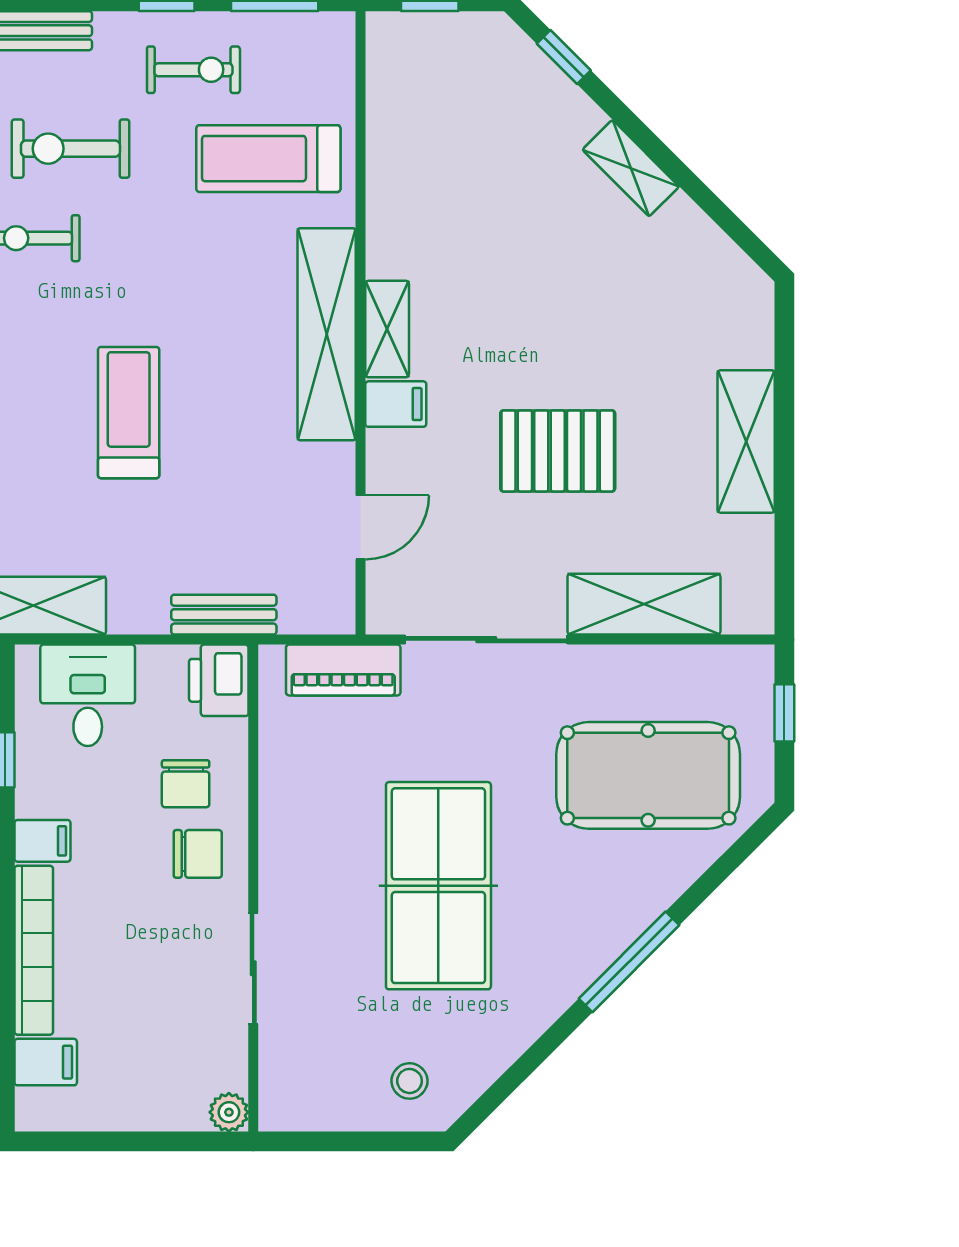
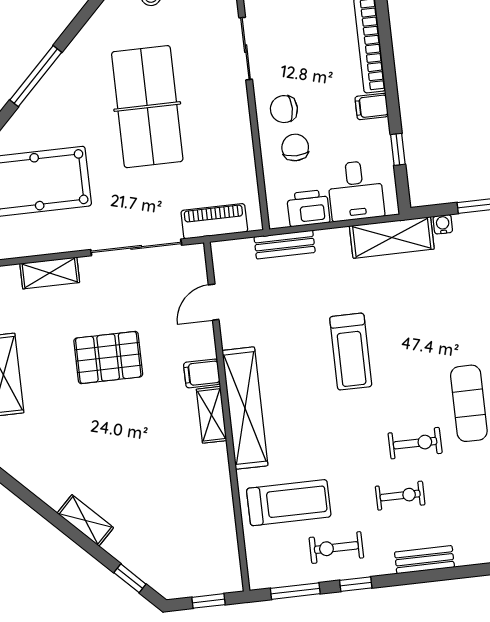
exercise bike: (70, 149) -> (400, 496), width x0.73, depth x0.72
shelving: (644, 604) -> (50, 273), width x0.67, depth x0.75
printer: (219, 680) -> (308, 208), moved, turned -90

